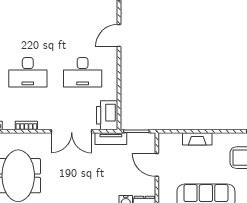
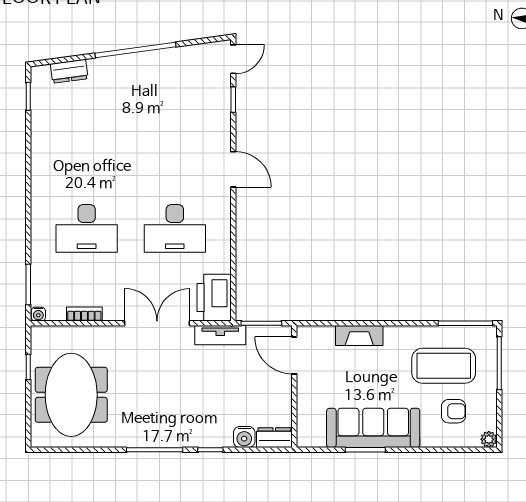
door: (119, 36) -> (233, 169), swing flipped
double door: (72, 131) -> (157, 323), swing flipped
door: (157, 165) -> (294, 355), moved

